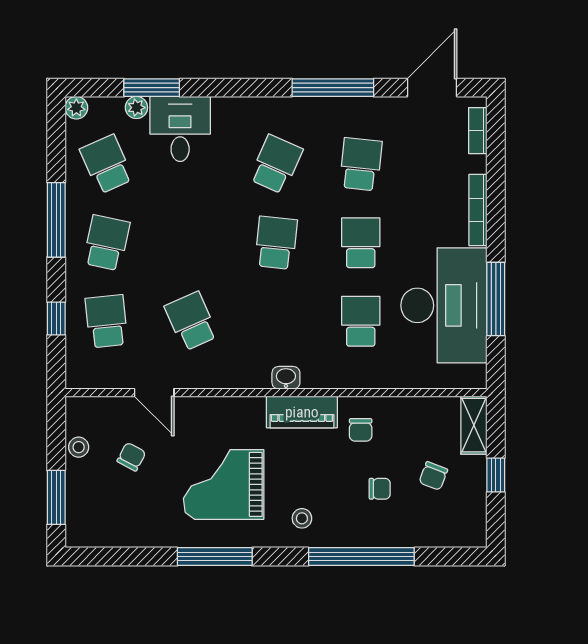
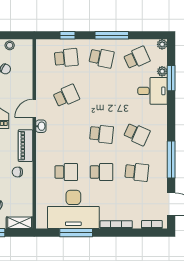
washbasin: (286, 378) -> (41, 126), moved
door: (154, 393) -> (34, 108), moved

